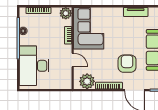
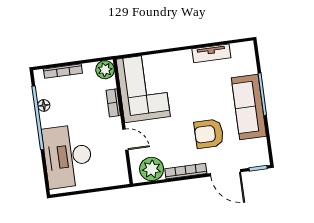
armchair: (127, 64) -> (209, 134), turned -90

